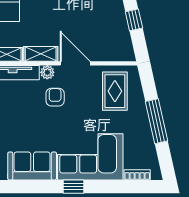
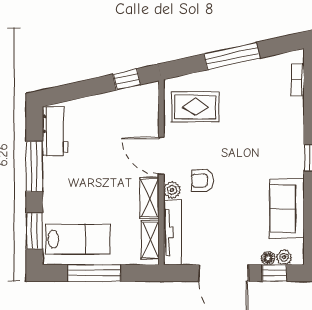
window: (134, 20) -> (127, 79), moved
door: (75, 63) -> (161, 156), hinge flipped
corner sofa: (90, 157) -> (276, 137), removed

